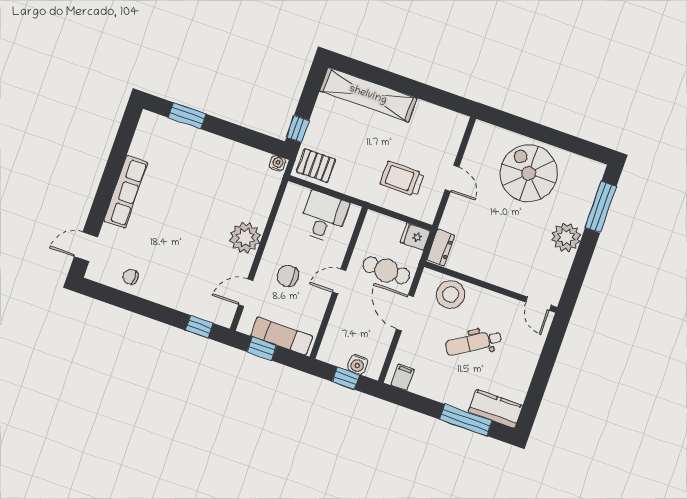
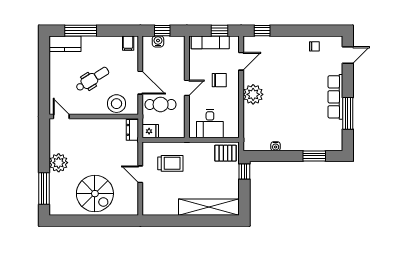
window: (116, 161) -> (348, 113), added
water cooler: (278, 163) -> (276, 146), moved

